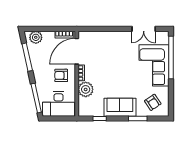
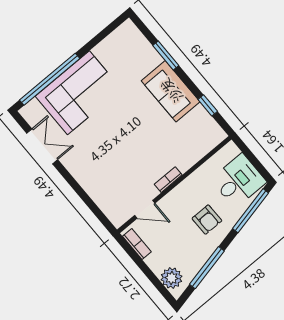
door: (77, 51) -> (145, 209), width x0.53
armchair: (61, 75) -> (207, 220), moved
plant: (86, 89) -> (185, 156), removed
armchair: (153, 102) -> (128, 54), removed
desk: (59, 104) -> (239, 181), width x0.73

